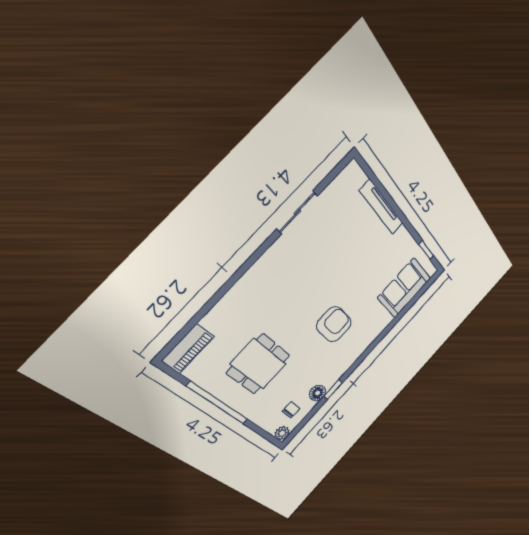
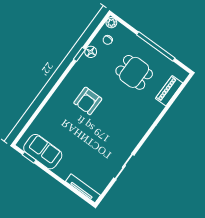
tv unit: (382, 207) -> (83, 188), moved
sofa: (404, 288) -> (43, 152), moved, turned -90
piano: (188, 349) -> (169, 91), moved
dining table: (258, 364) -> (134, 72), turned 90

